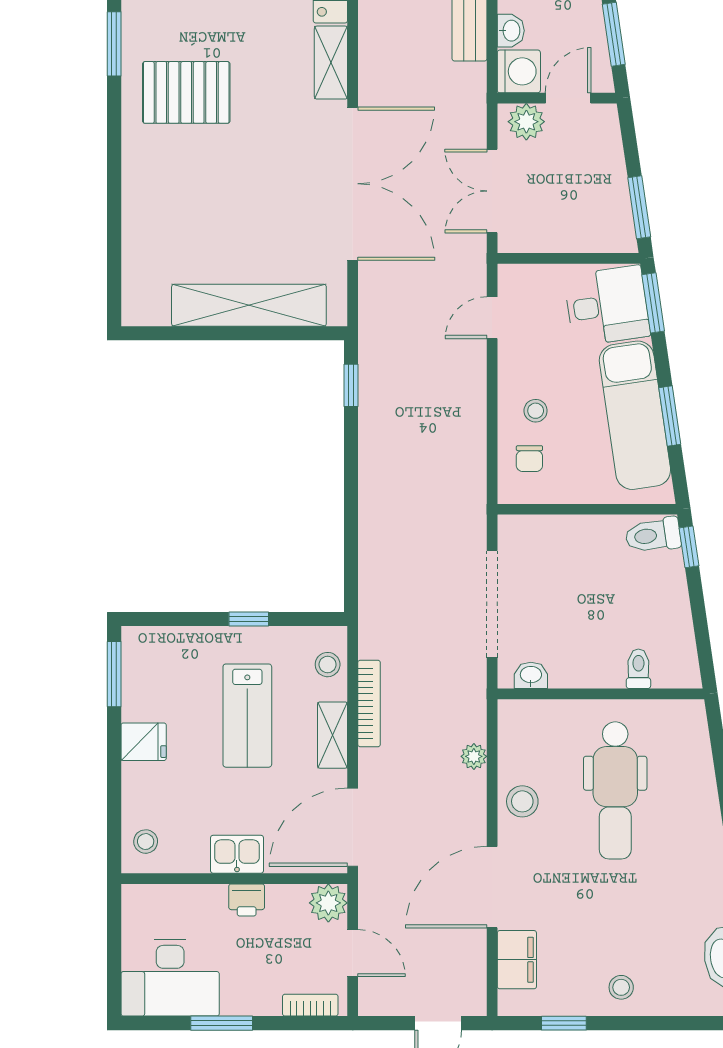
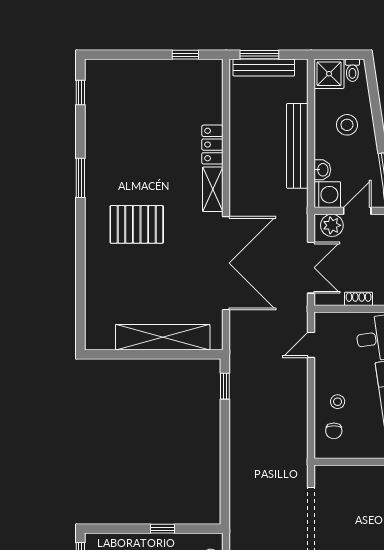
pallet: (186, 92) -> (137, 224), moved
double door: (492, 191) -> (311, 268), swing flipped
shoe rack: (570, 242) -> (359, 299), added

